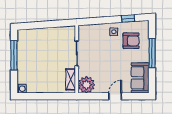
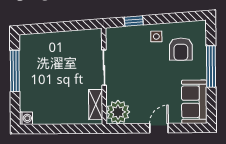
window: (128, 19) -> (134, 21), moved
armchair: (131, 41) -> (181, 49), turned 90

